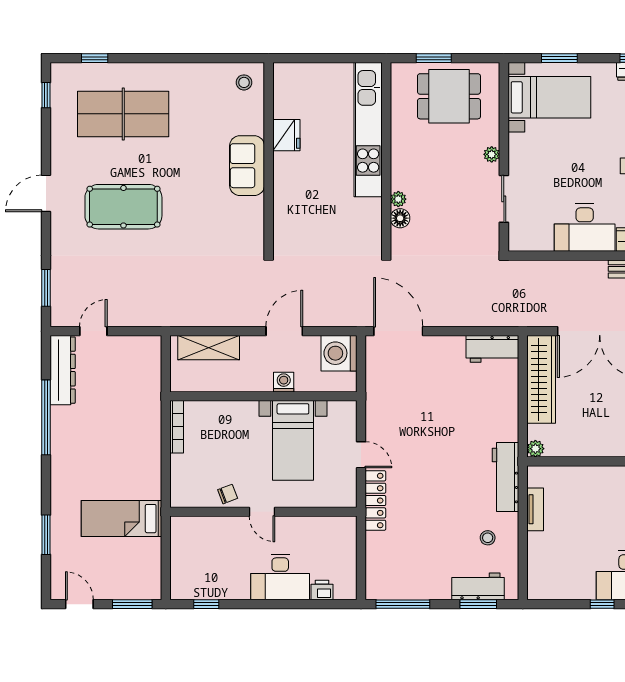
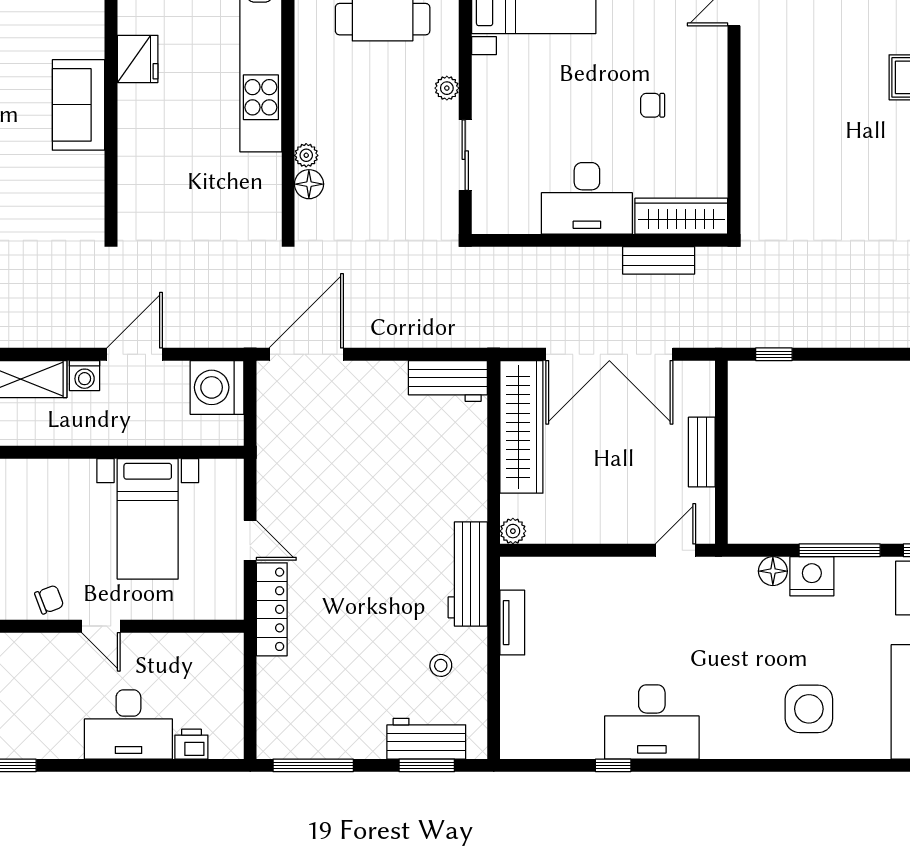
door: (398, 331) -> (306, 354), hinge flipped
washing machine: (284, 382) -> (85, 376), moved, turned 180

